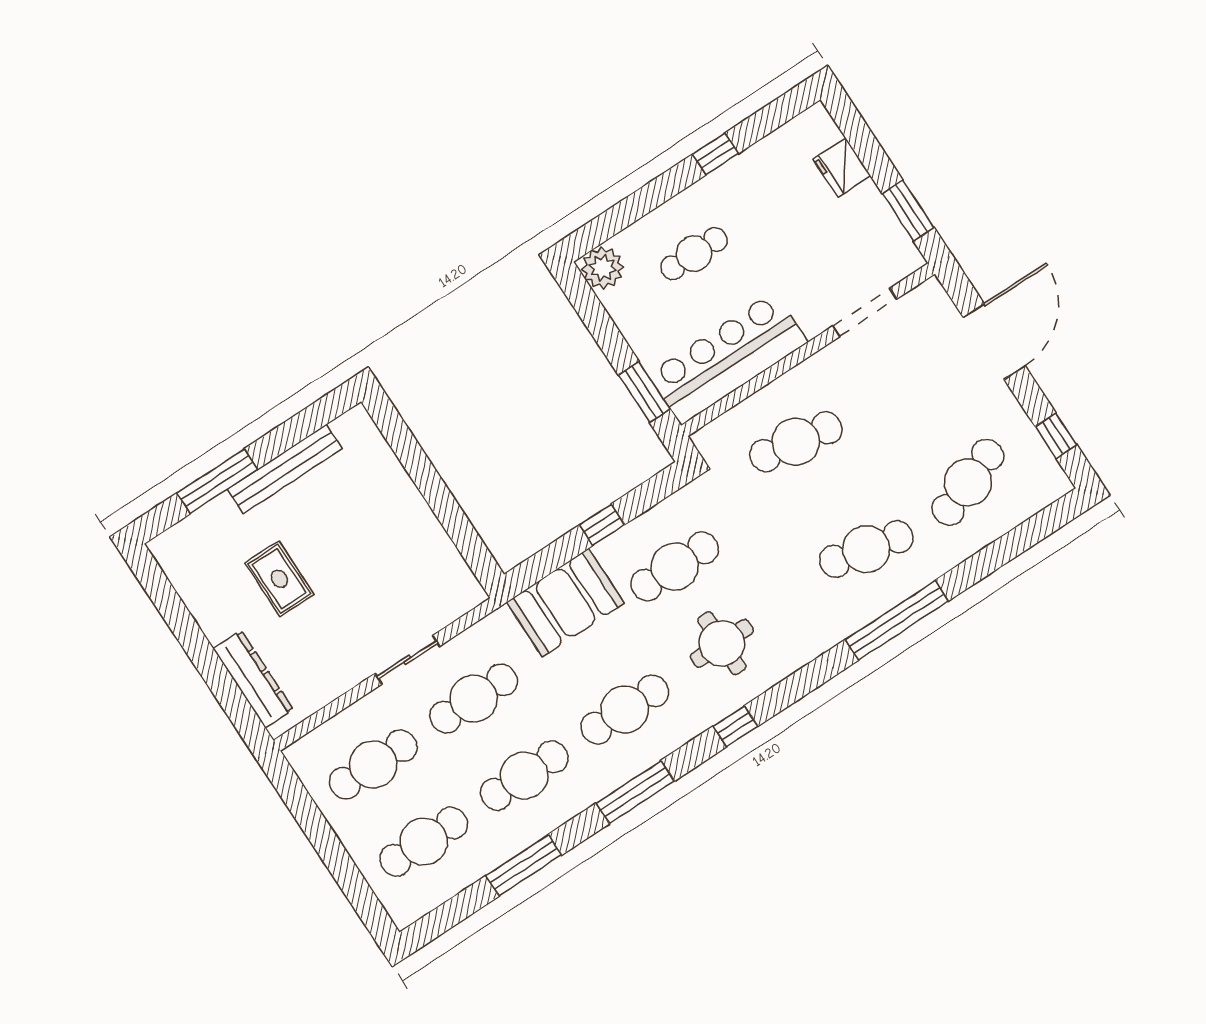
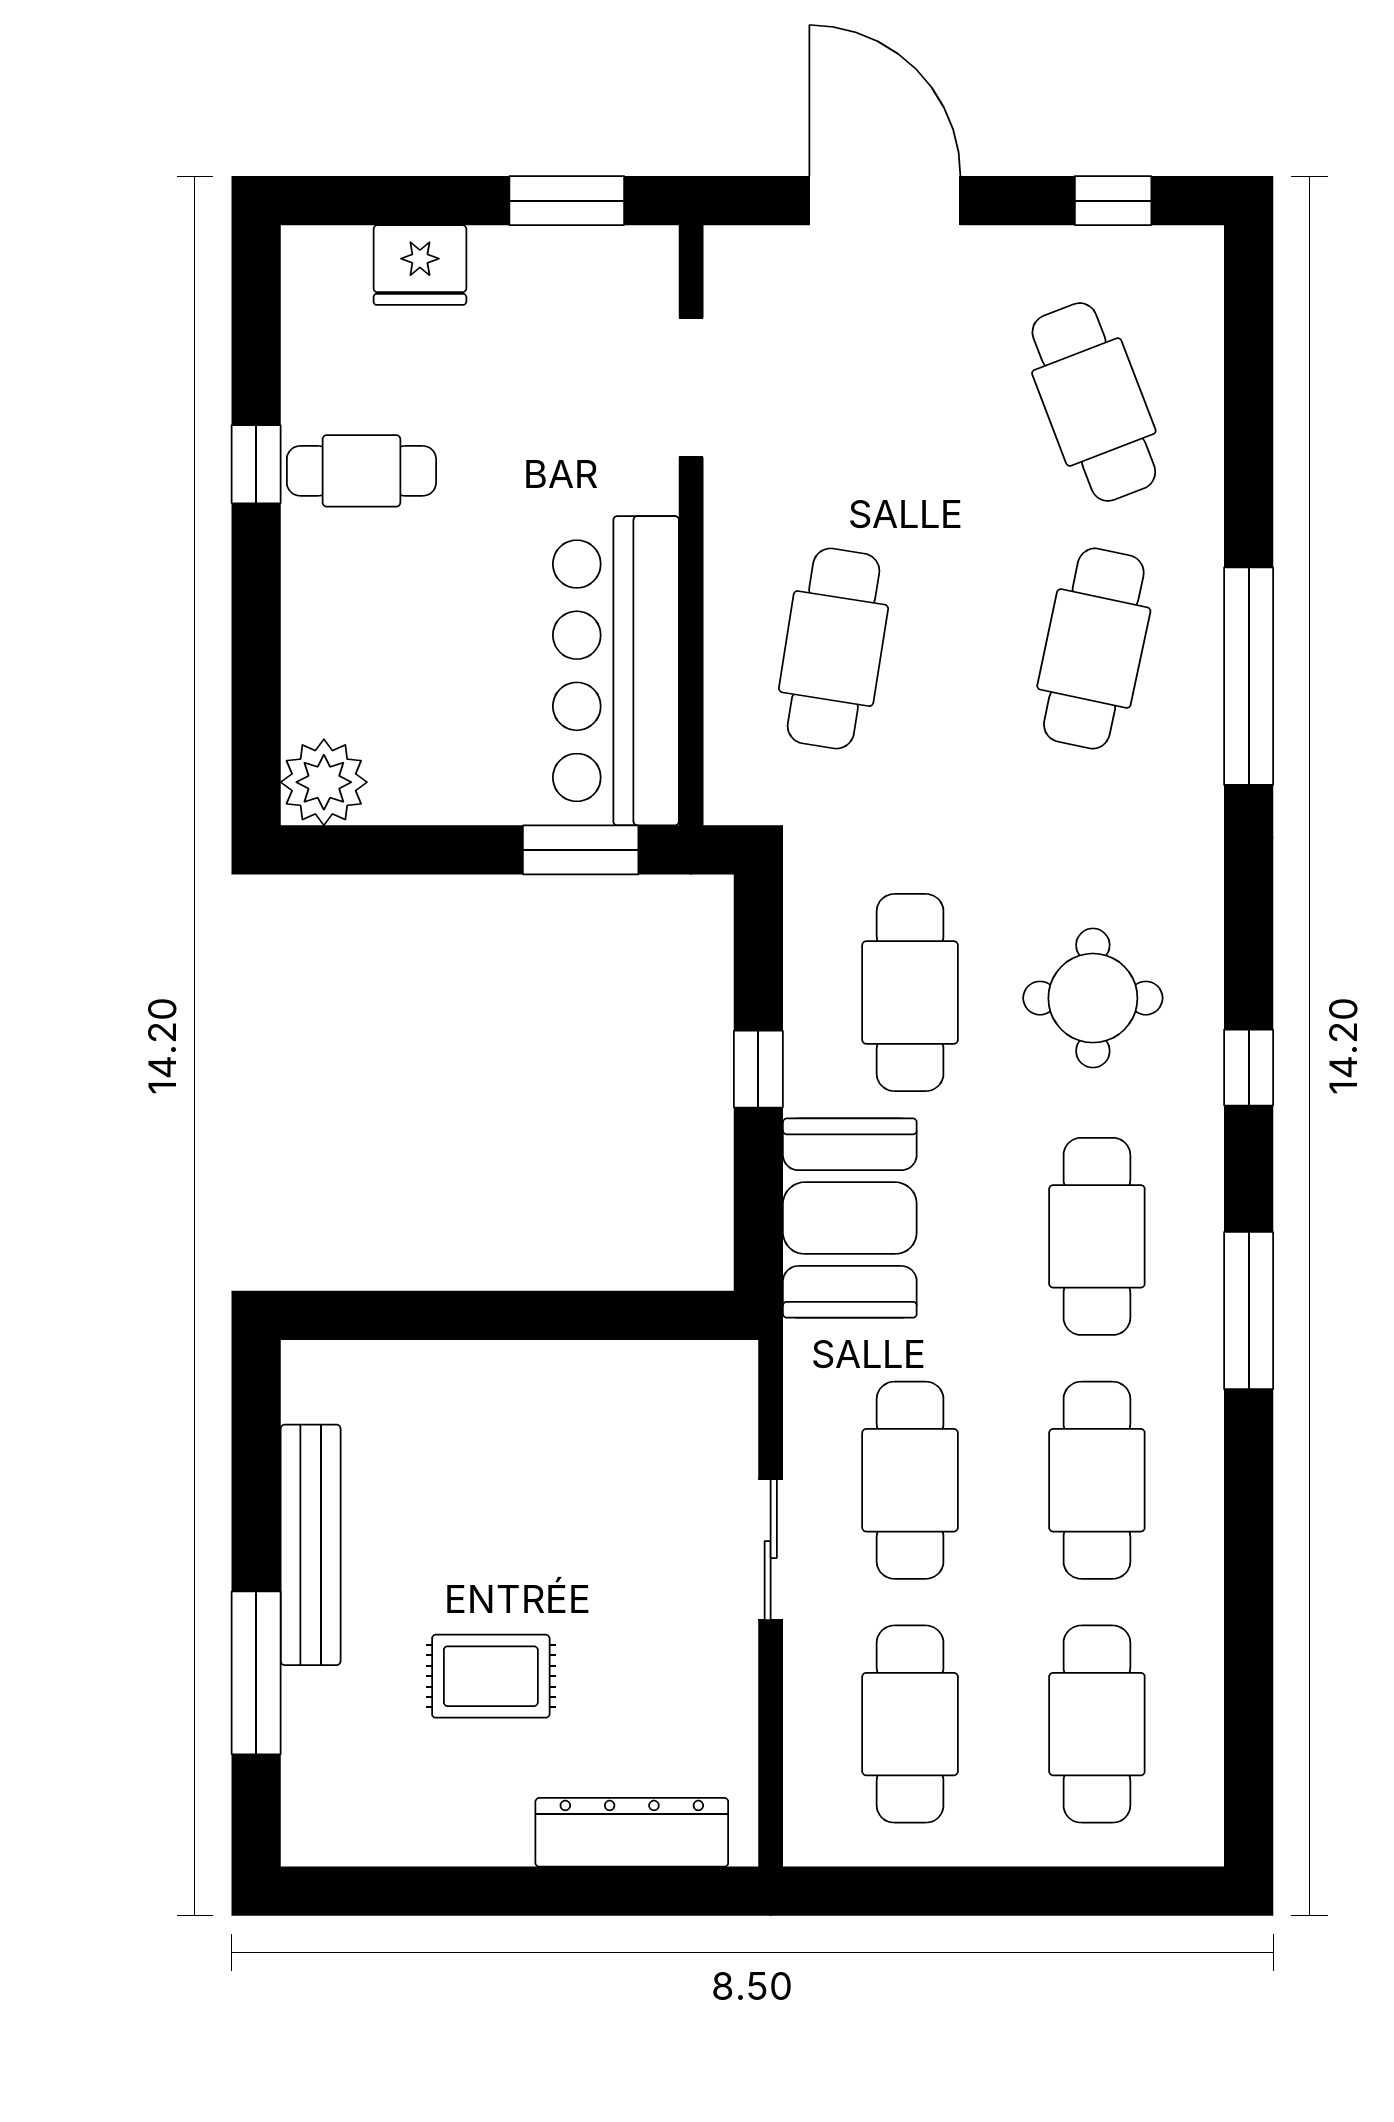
cafe table: (694, 254) -> (361, 471), moved, turned 90
window: (524, 865) -> (1249, 1581), removed

